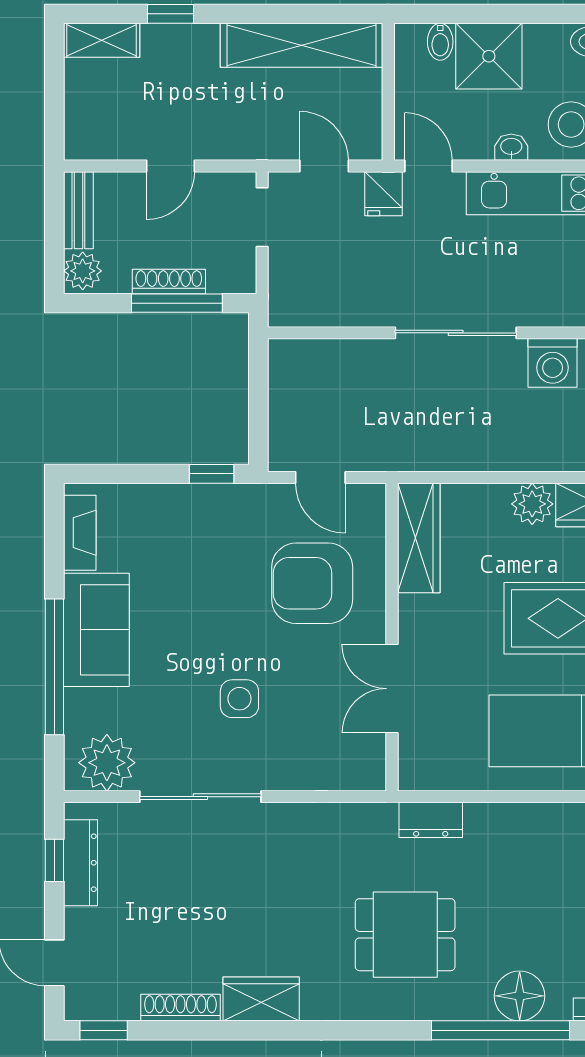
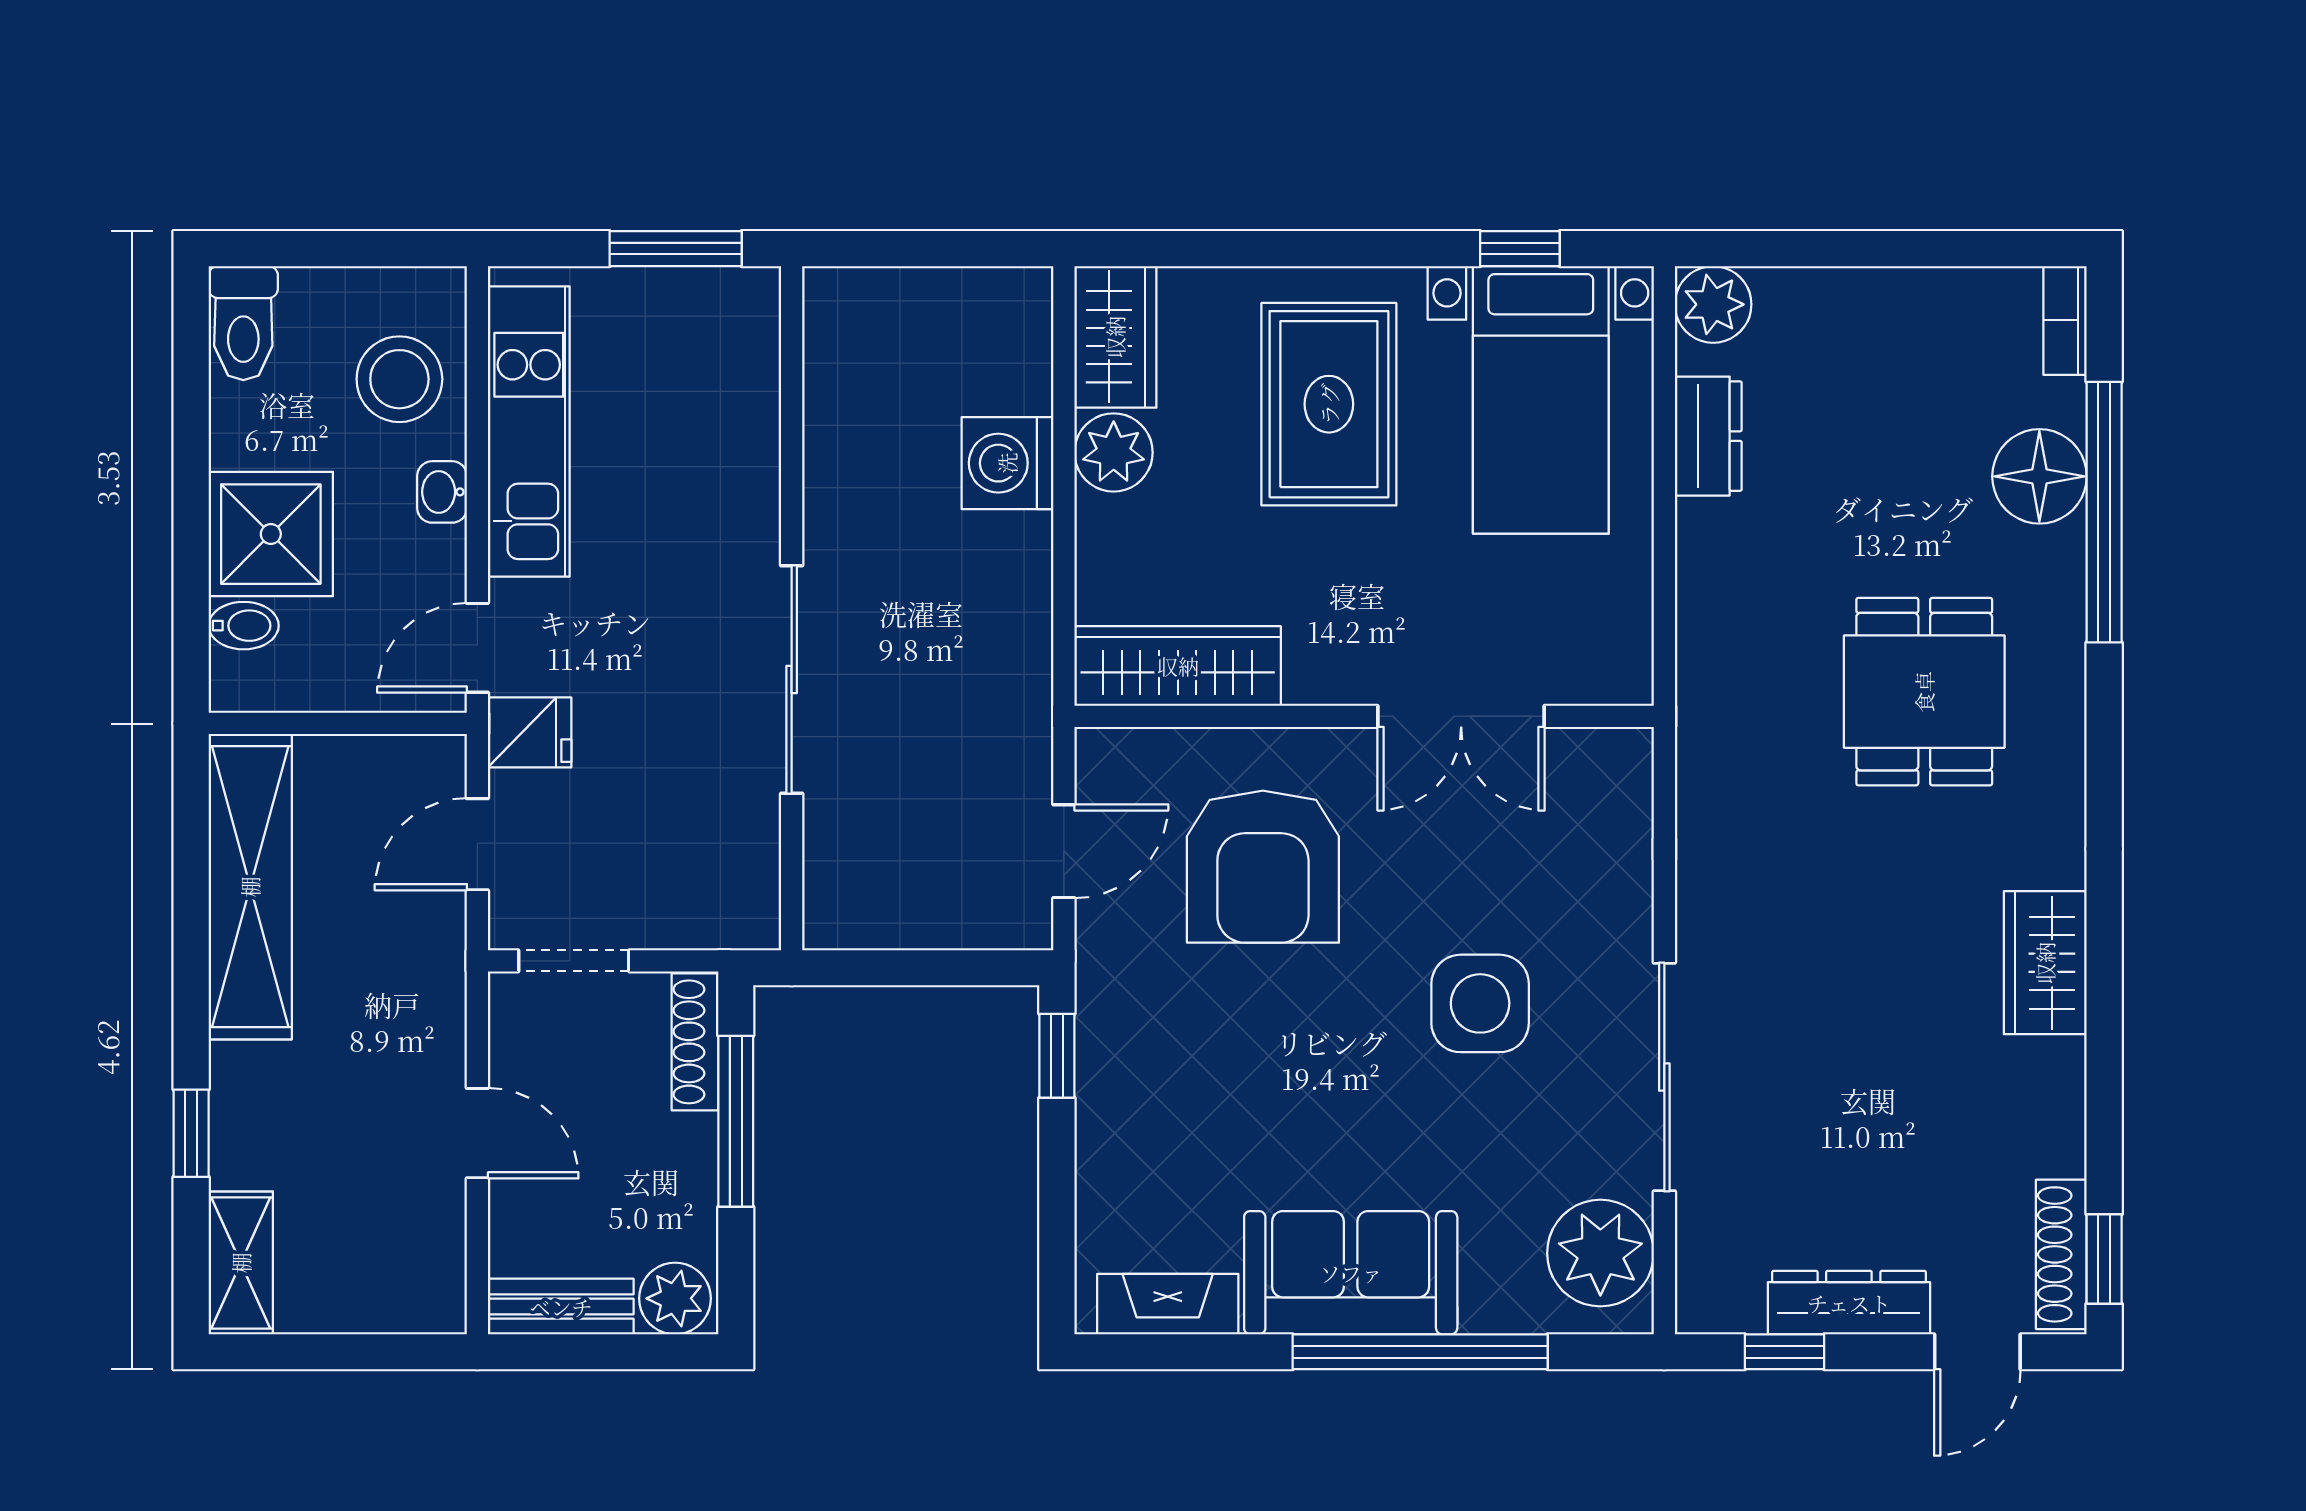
shoe rack: (169, 282) -> (695, 1042), moved
sliding door: (456, 333) -> (792, 679), moved
washing machine: (553, 363) -> (1007, 463), moved, turned 180
side table: (239, 699) -> (1480, 1003), width x1.37, depth x1.37
dresser: (431, 820) -> (1708, 436), moved
dresser: (81, 863) -> (1849, 1303), moved
shoe rack: (180, 1008) -> (2061, 1254), moved

